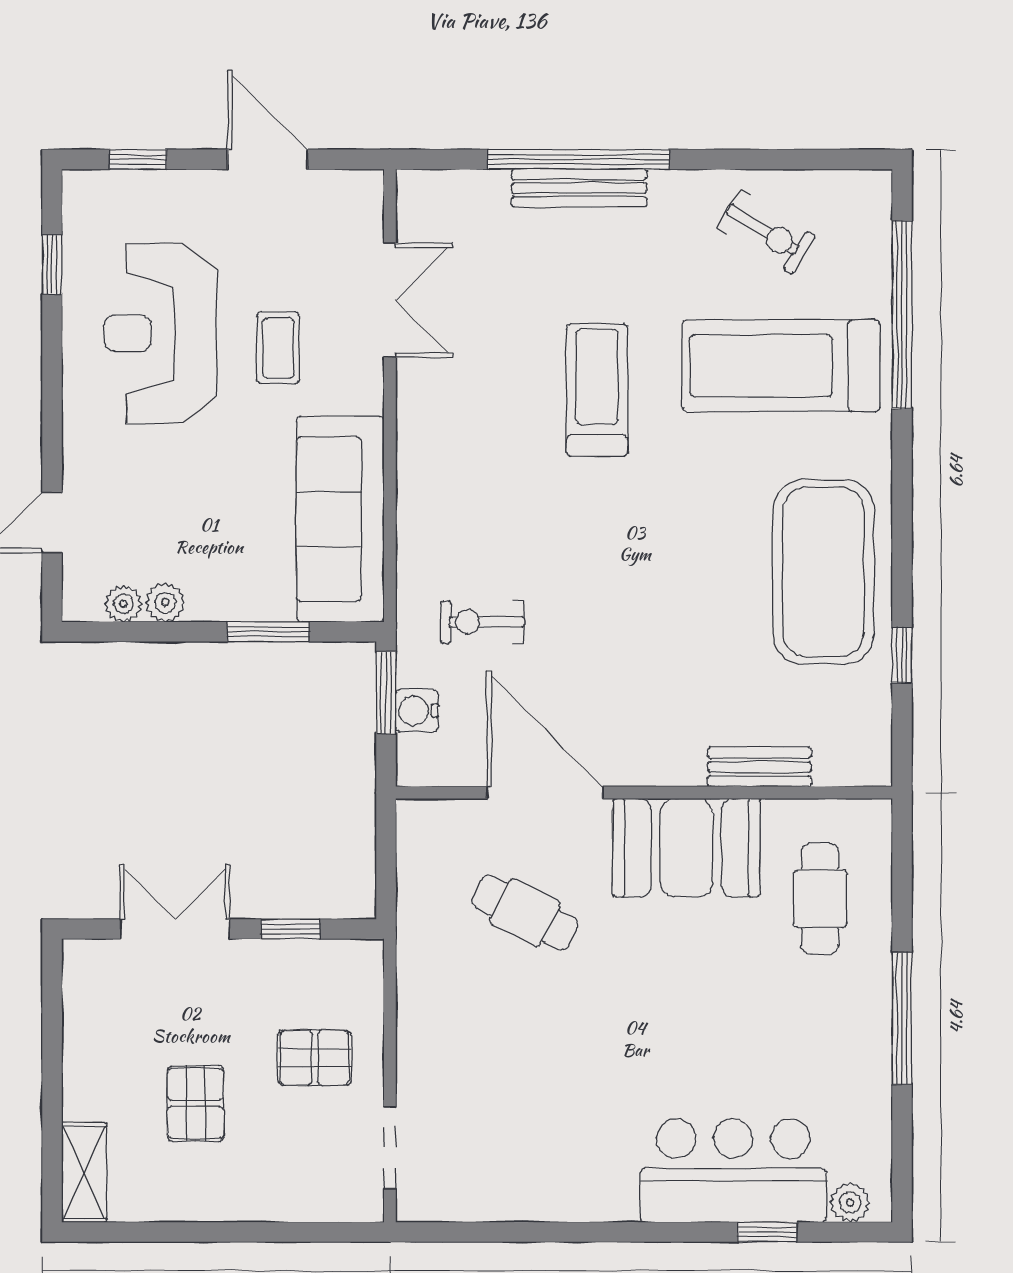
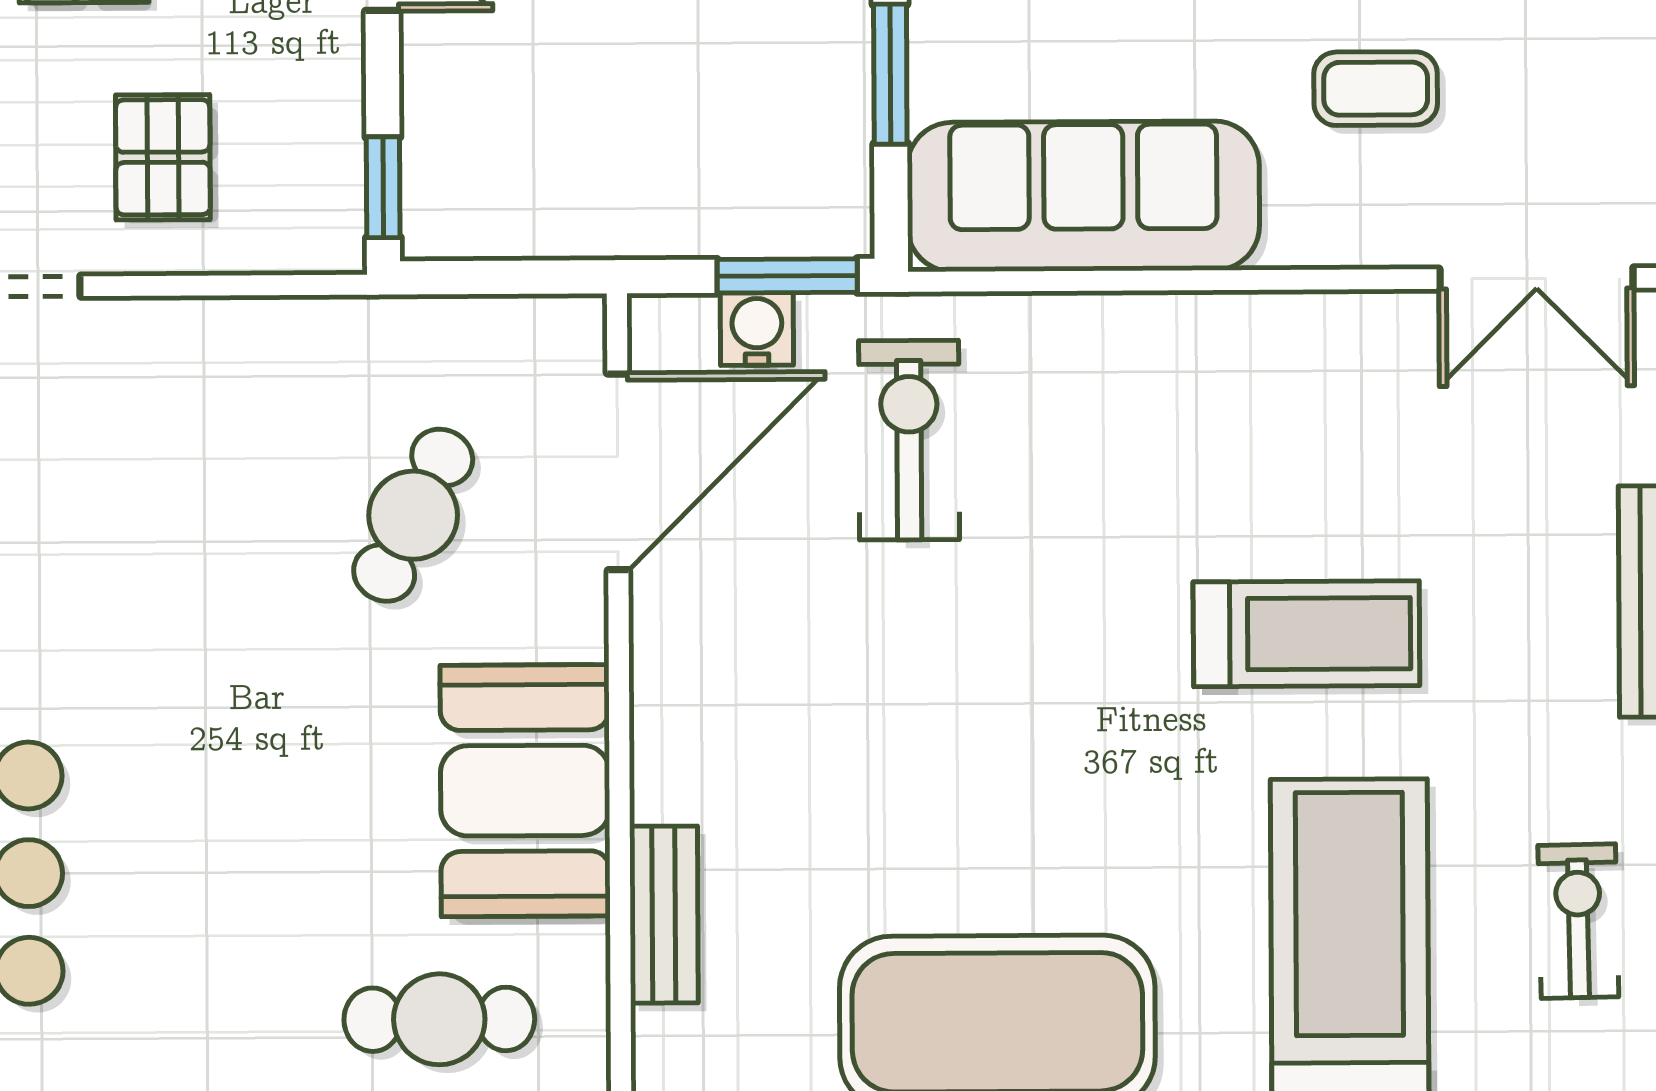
exercise bike: (766, 232) -> (1578, 921), turned 147
double door: (390, 300) -> (1536, 279), moved
exercise bike: (482, 622) -> (909, 440), width x1.38, depth x1.39
door: (545, 793) -> (618, 472), moved
window: (290, 929) -> (383, 187), moved

